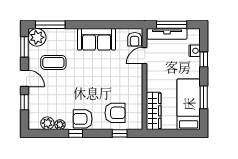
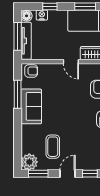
window: (50, 25) -> (18, 94), moved
floor lamp: (194, 34) -> (27, 16), added
door: (145, 56) -> (71, 62), moved

